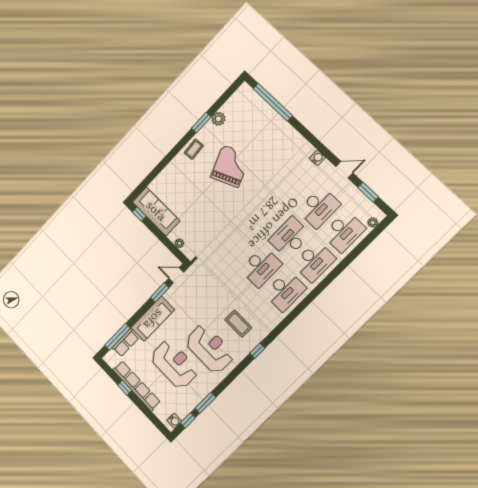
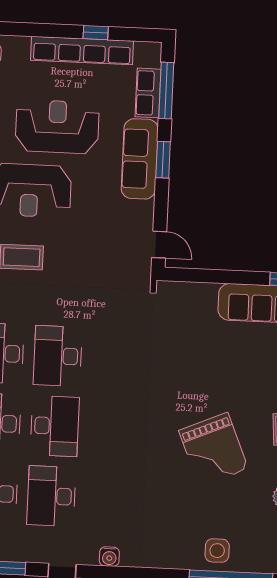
side table: (268, 120) -> (217, 551), added
plant: (179, 243) -> (192, 290), removed
door: (176, 275) -> (159, 245), hinge flipped
window: (160, 293) -> (163, 160), moved
reception desk: (174, 364) -> (57, 127), turned 180

